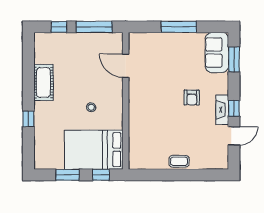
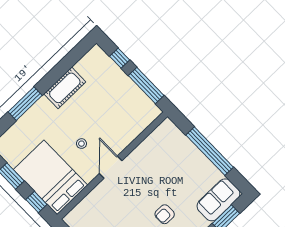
window: (179, 27) -> (210, 151), width x1.46
door: (126, 66) -> (111, 167), moved
window: (28, 119) -> (25, 104), width x2.17

